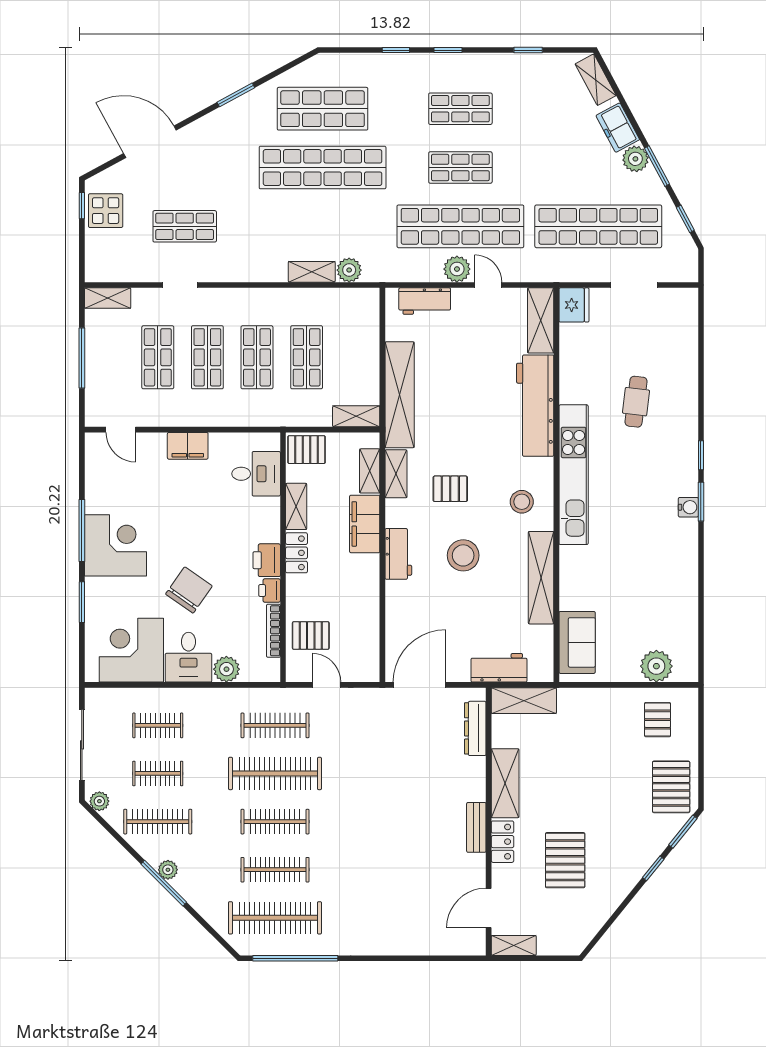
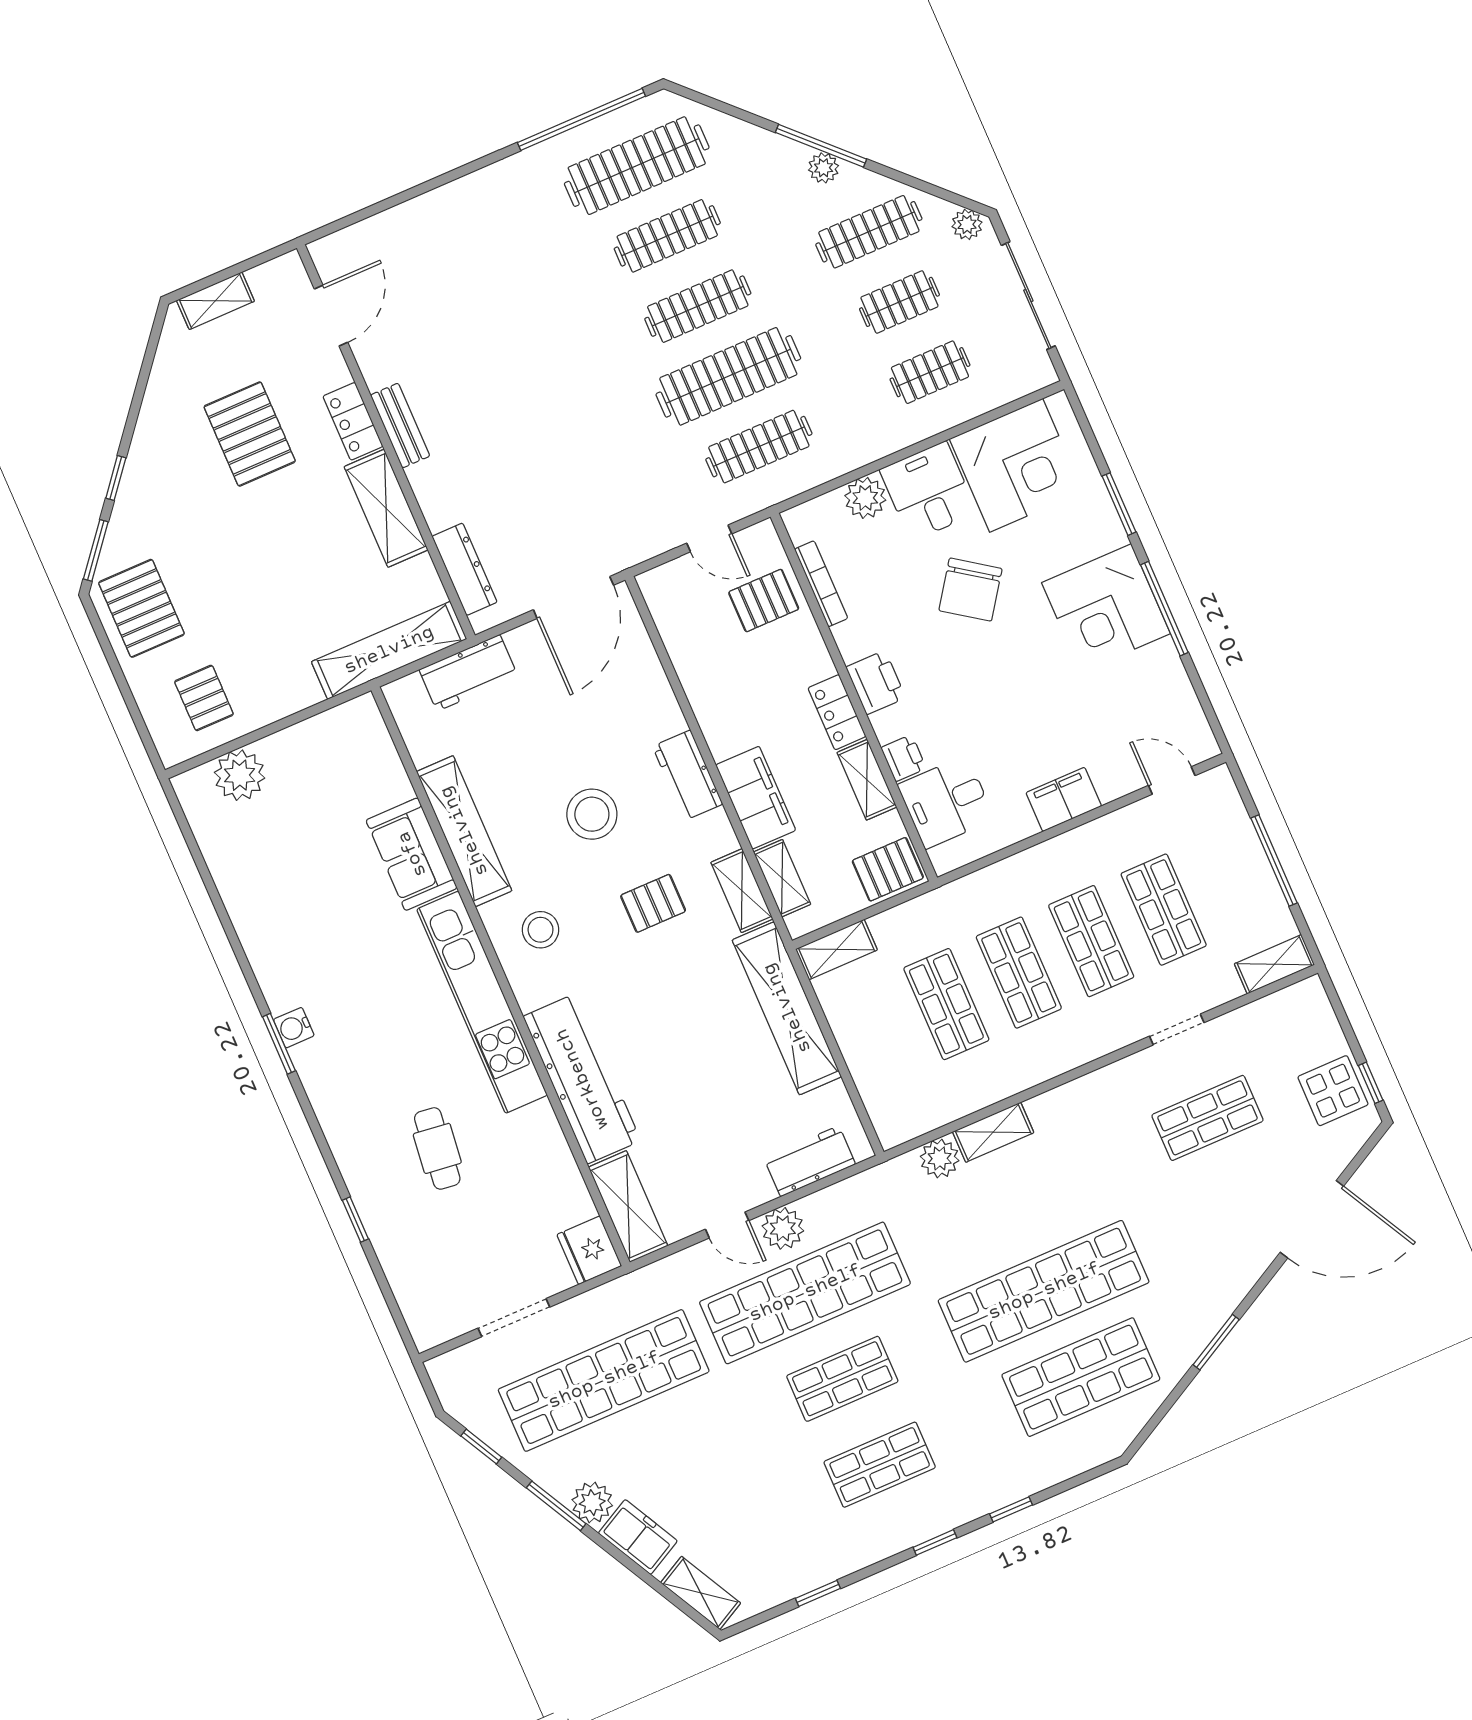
window: (701, 455) -> (355, 1220), moved
printer: (270, 591) -> (904, 758), moved
sofa: (577, 642) -> (412, 854), moved
shelving: (524, 701) -> (389, 650), width x1.47
shelving: (514, 945) -> (215, 301), moved

